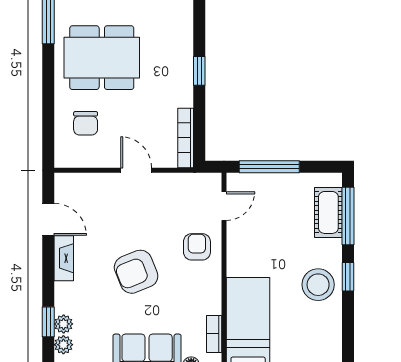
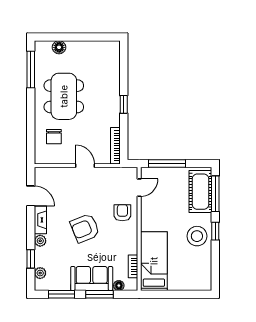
dining table: (102, 58) -> (64, 96), turned 90
cot: (328, 212) -> (200, 192), width x1.37, depth x1.34
plant: (64, 324) -> (40, 241), moved

